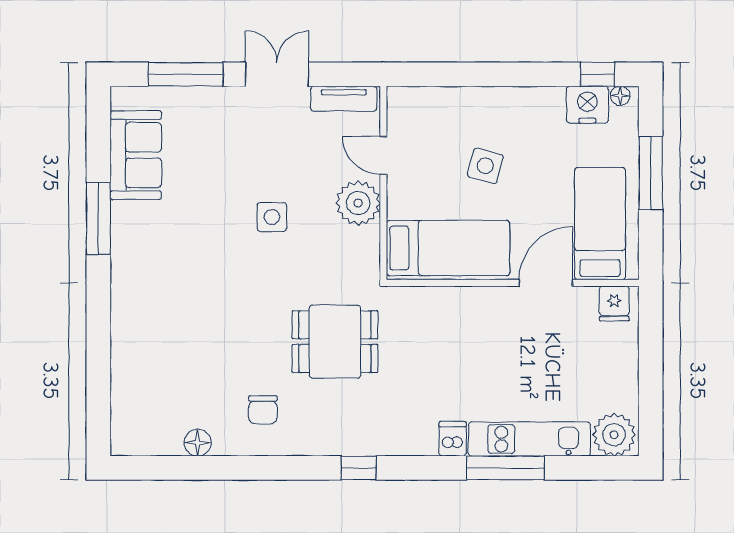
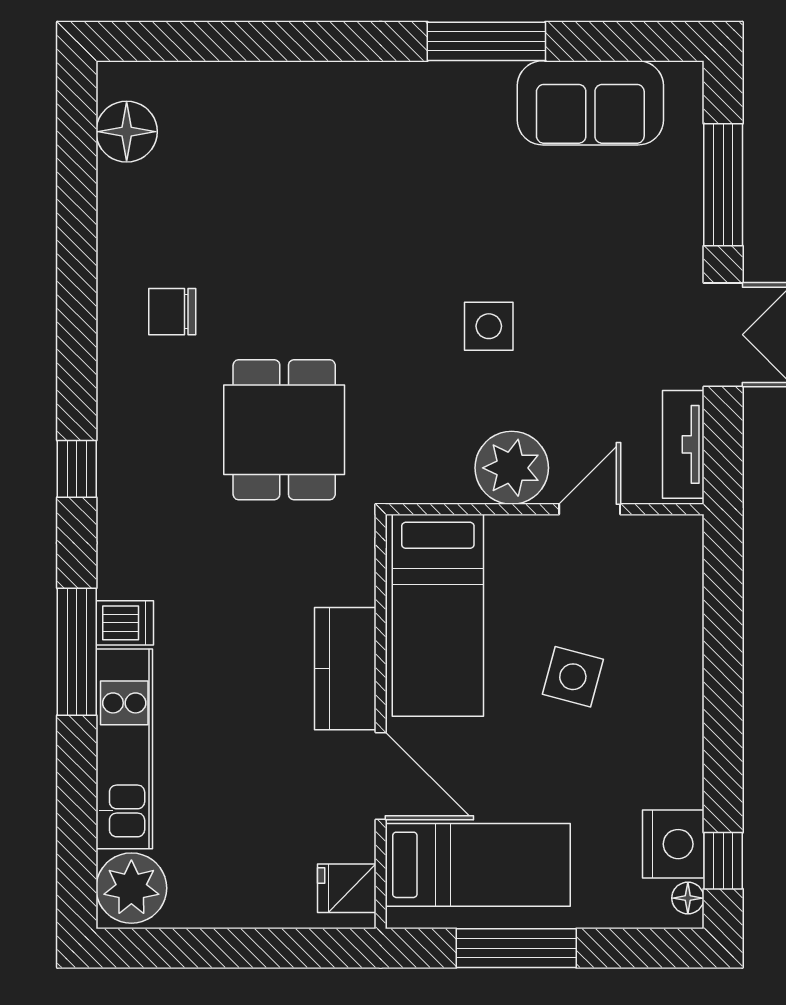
window: (651, 173) -> (516, 948), moved
kitchen counter: (480, 304) -> (345, 669), added
floor lamp: (198, 443) -> (127, 132), moved, width x1.38, depth x1.38
window: (505, 468) -> (77, 652), moved

